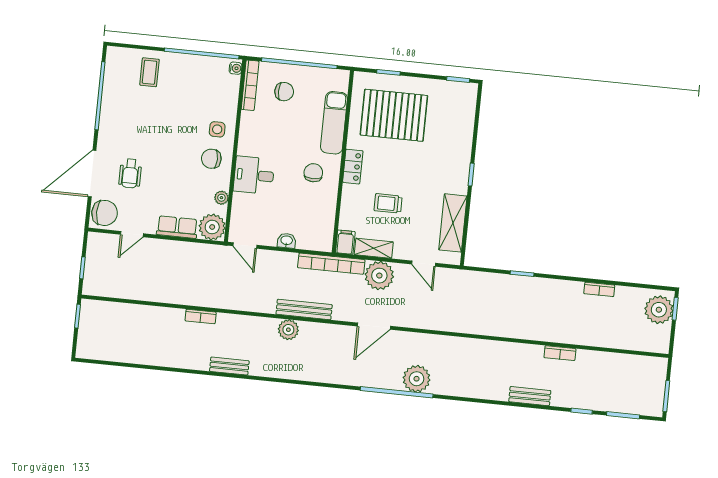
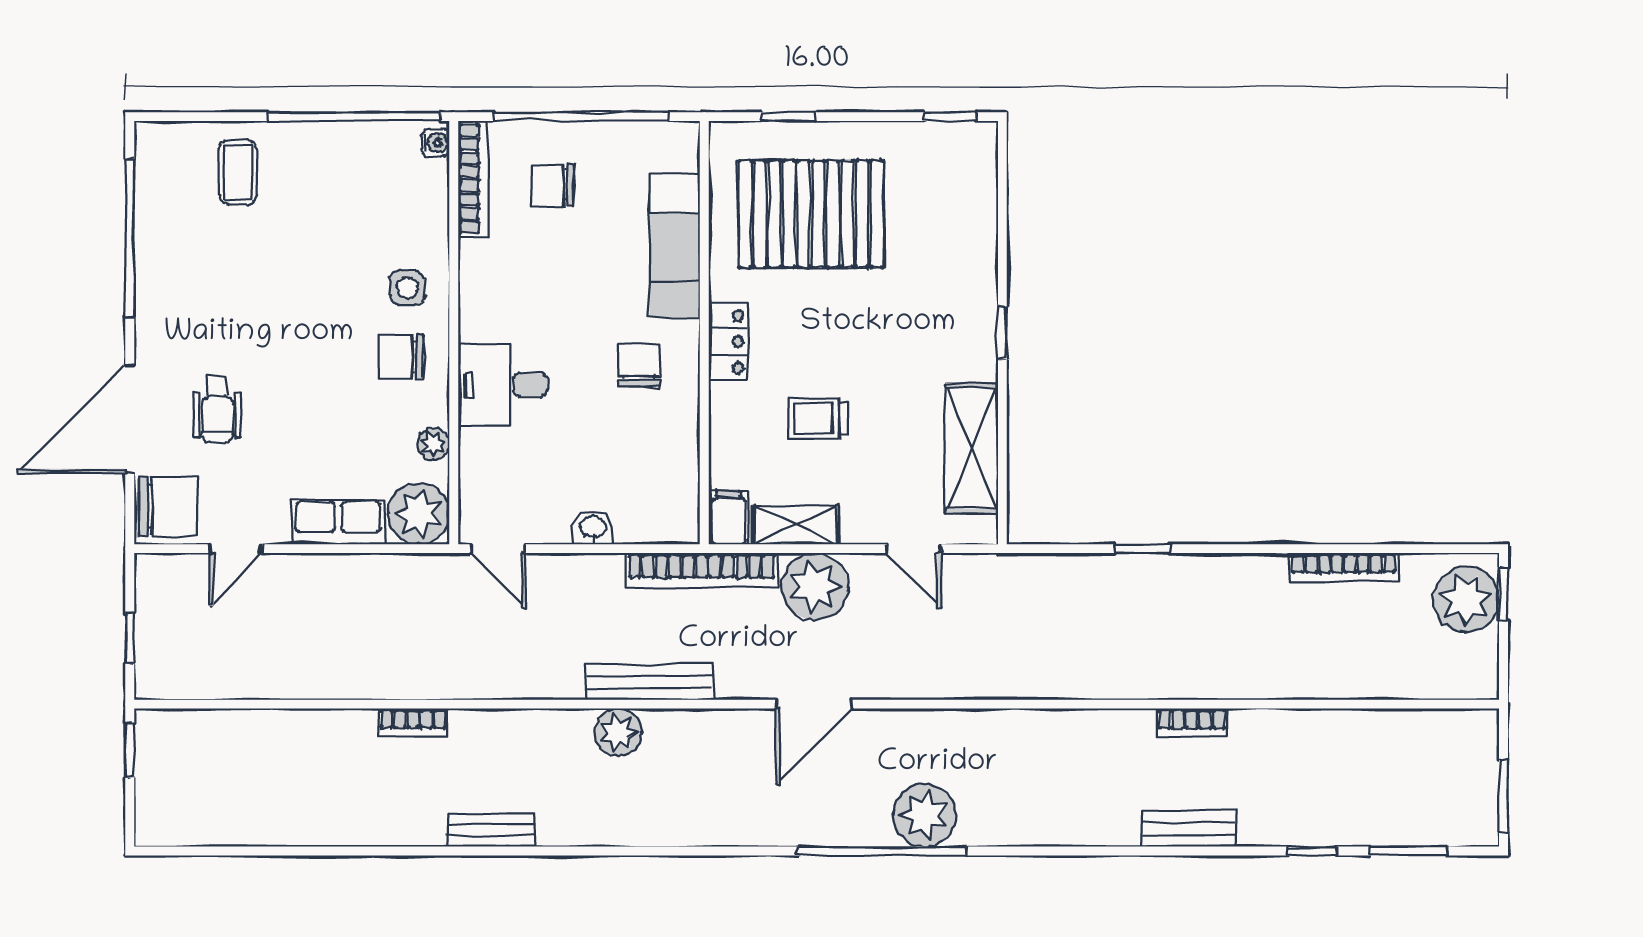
chair: (284, 92) -> (553, 185), turned 180
bookcase: (599, 289) -> (1344, 567), width x1.56
bookcase: (560, 353) -> (1192, 723), moved

